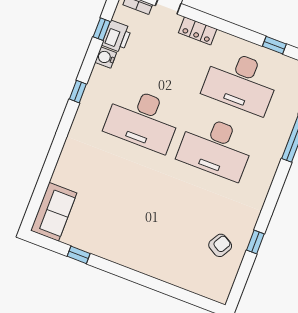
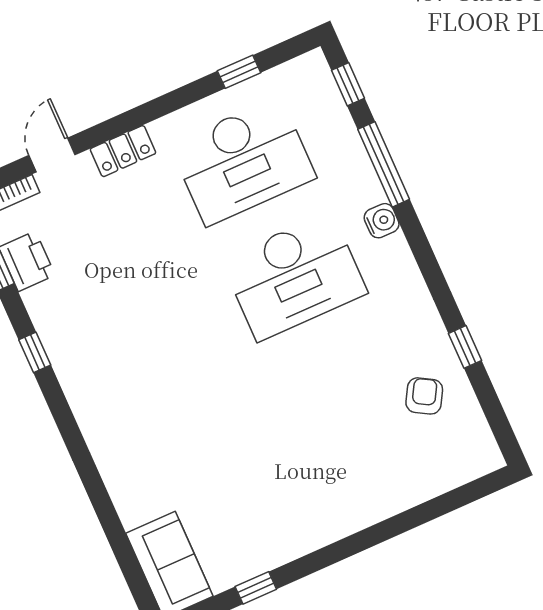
water cooler: (106, 57) -> (382, 221), moved, turned 180
window: (78, 92) -> (35, 352), moved
desk: (143, 120) -> (166, 334), removed

